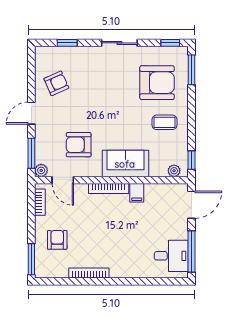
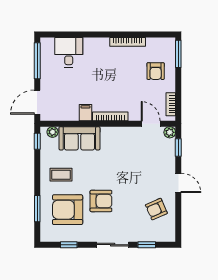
sliding door: (119, 43) -> (113, 245), moved
window: (170, 43) -> (69, 245), moved
window: (191, 70) -> (37, 209), moved
door: (31, 113) -> (178, 183), hinge flipped
armchair: (79, 145) -> (101, 201), moved
window: (31, 153) -> (178, 147), width x0.67
sofa: (125, 164) -> (79, 138), moved
desk: (171, 256) -> (69, 52), moved, turned 90

